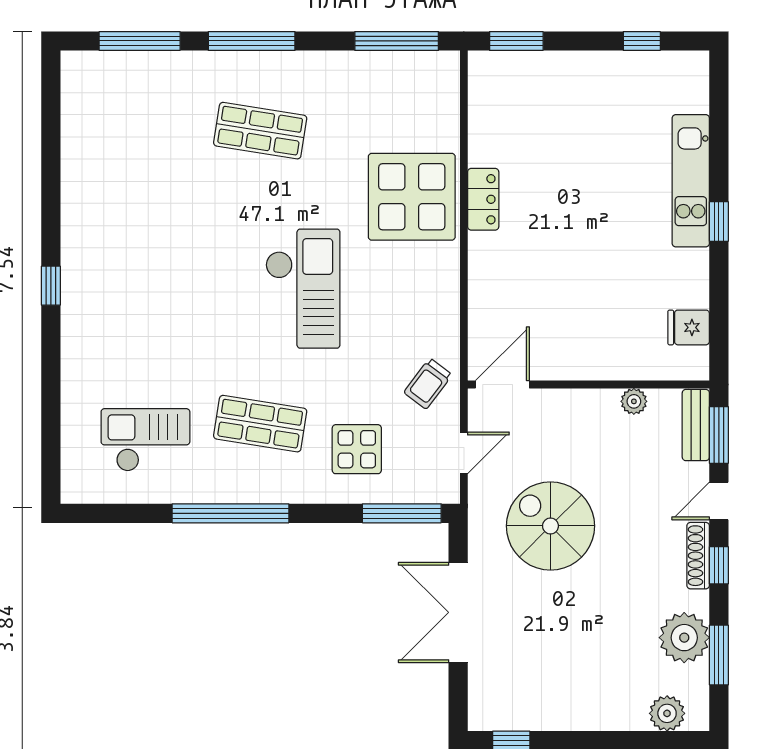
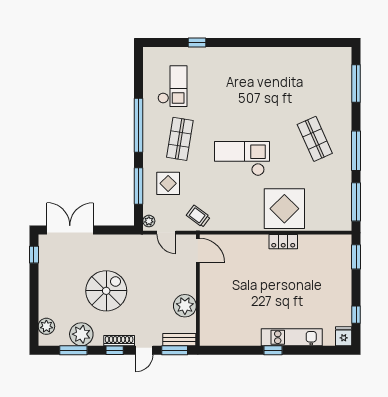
window: (252, 41) -> (356, 151), moved
shop shelf: (260, 131) -> (315, 139), turned -33
window: (51, 286) -> (197, 43), moved
checkout: (303, 289) -> (242, 159), turned 180
fridge: (689, 327) -> (344, 336), moved
plant: (634, 401) -> (185, 306), width x1.87, depth x1.87
plant: (439, 491) -> (149, 221), added
door: (719, 501) -> (144, 350), swing flipped
window: (402, 513) -> (139, 186), moved
spiral stairs: (550, 526) -> (106, 291), moved
double door: (458, 612) -> (70, 230), moved

